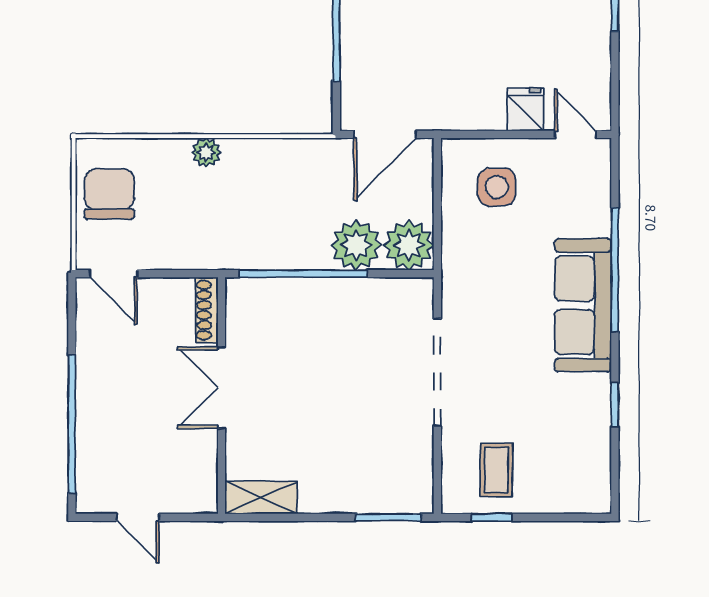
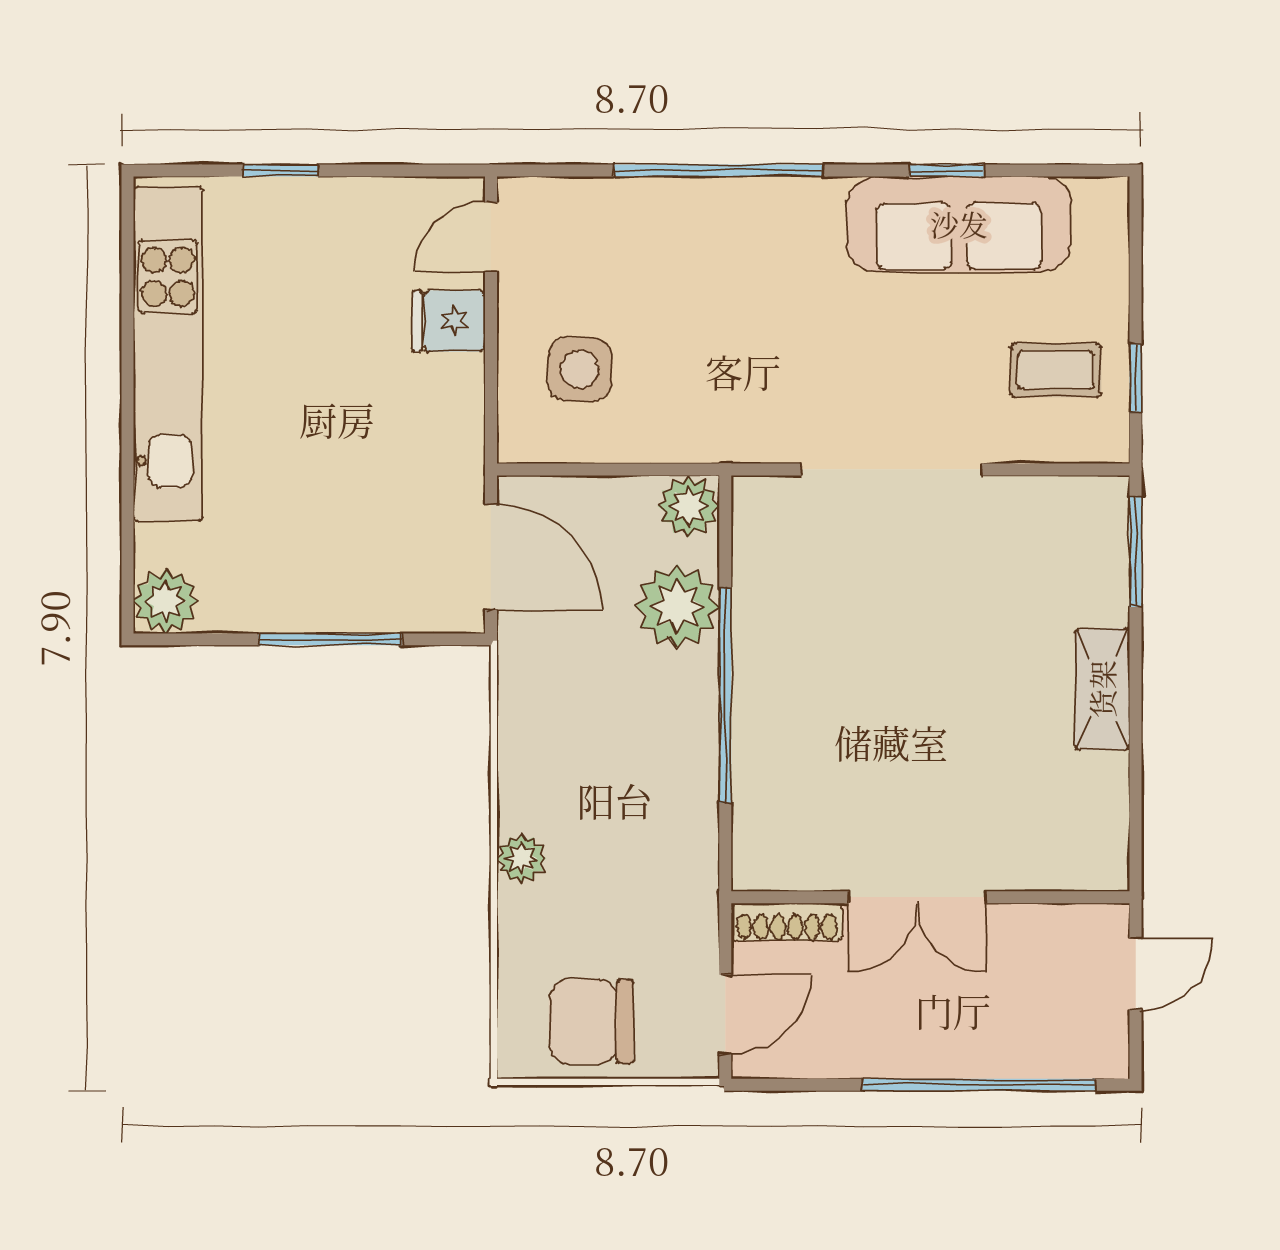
plant: (409, 245) -> (689, 506), width x0.73, depth x0.73
sofa: (583, 305) -> (959, 224), moved
shoe rack: (207, 310) -> (787, 922), moved
double door: (221, 388) -> (917, 897), moved
wall: (221, 395) -> (930, 897), moved
shelving: (261, 498) -> (1102, 689), moved

